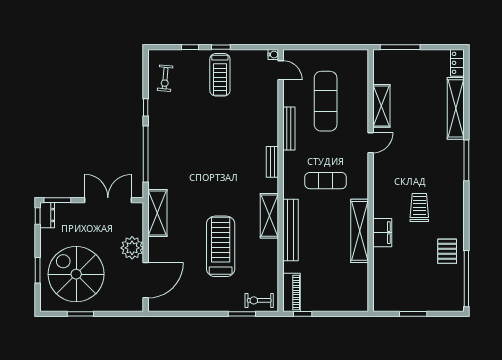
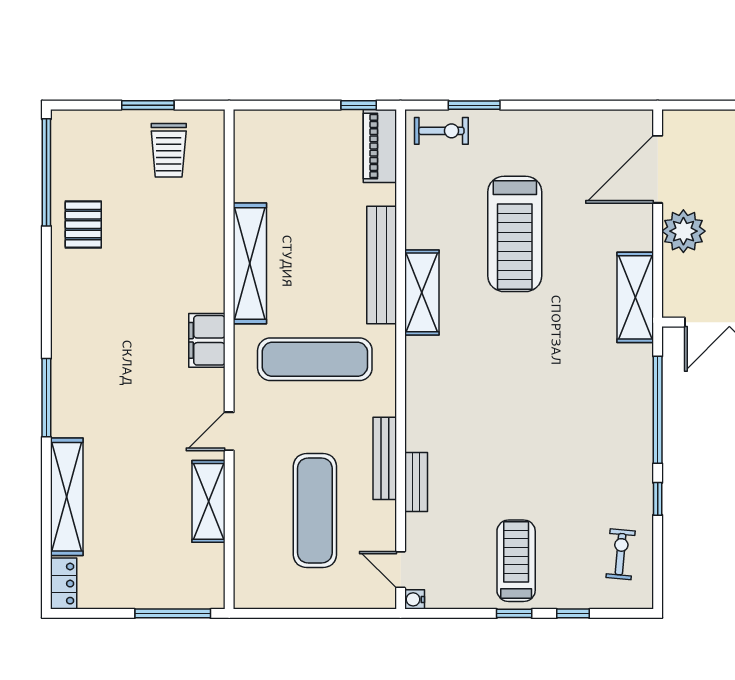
bench: (272, 162) -> (416, 482), moved
exercise mat: (326, 181) -> (315, 359), width x1.36, depth x1.45
trolley: (419, 207) -> (169, 150), moved
filing cabinet: (382, 233) -> (207, 340), moved

